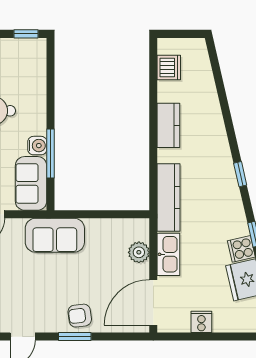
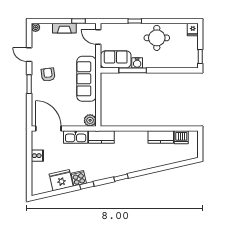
kitchen counter: (168, 125) -> (161, 137), moved
kitchen counter: (169, 198) -> (101, 137), width x0.67
sofa: (55, 235) -> (86, 79), width x1.36
plant: (139, 252) -> (90, 120), moved
armchair: (80, 316) -> (48, 75), moved

